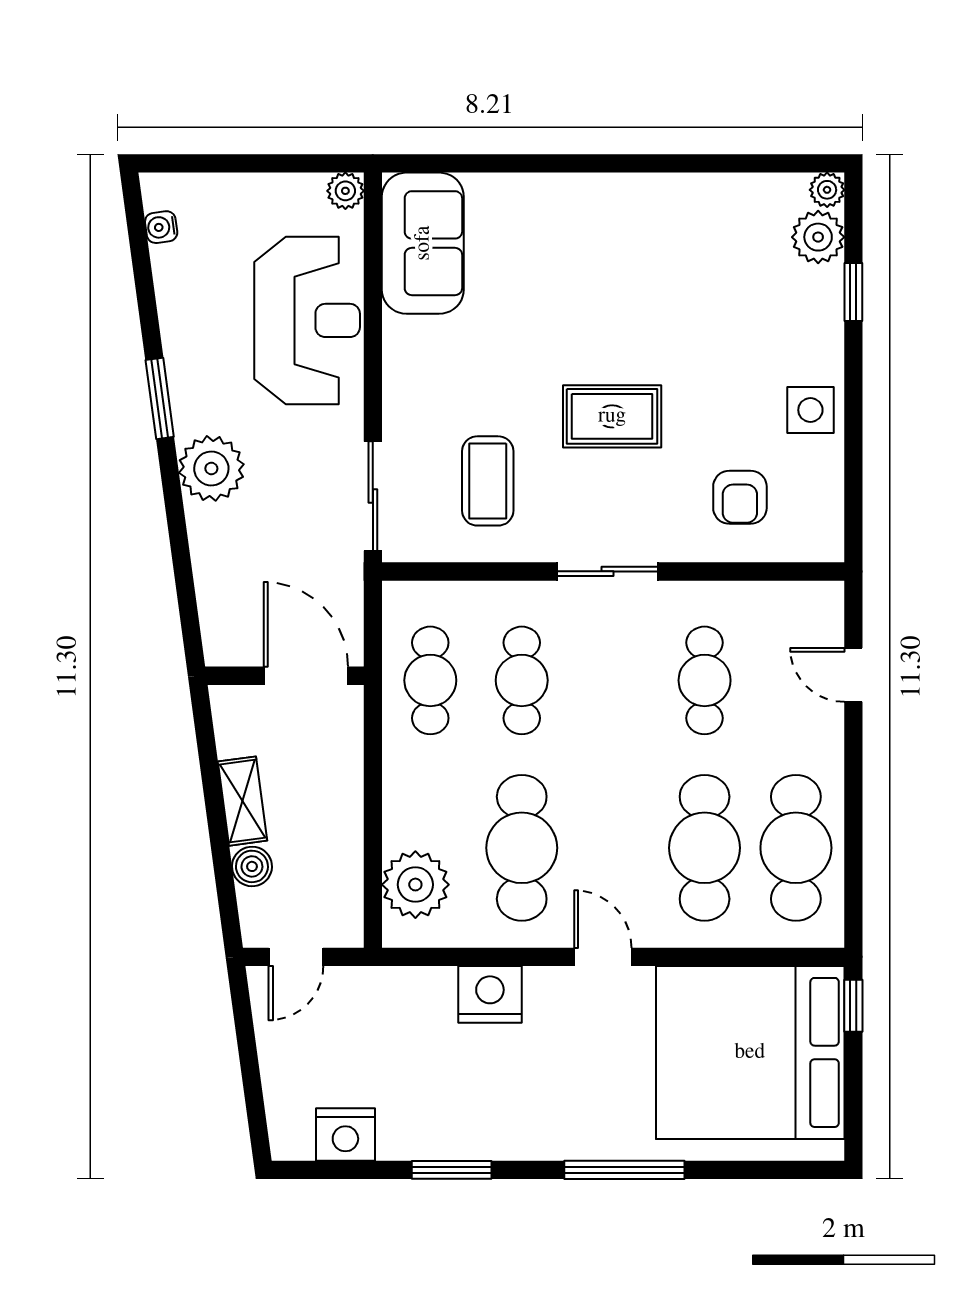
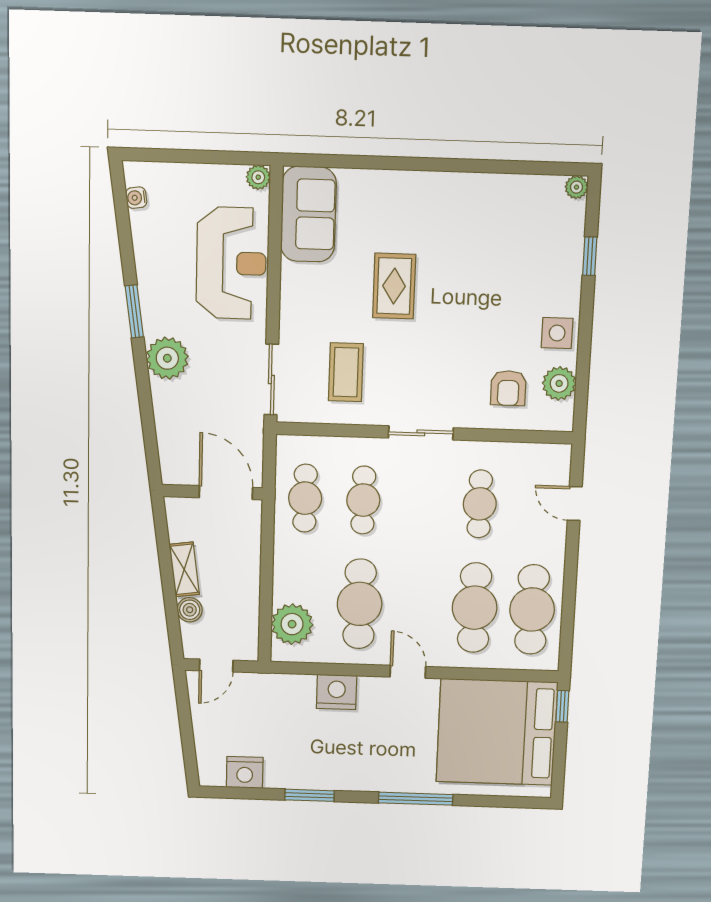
plant: (818, 237) -> (559, 383), moved
rug: (612, 416) -> (394, 286), moved, turned 90

